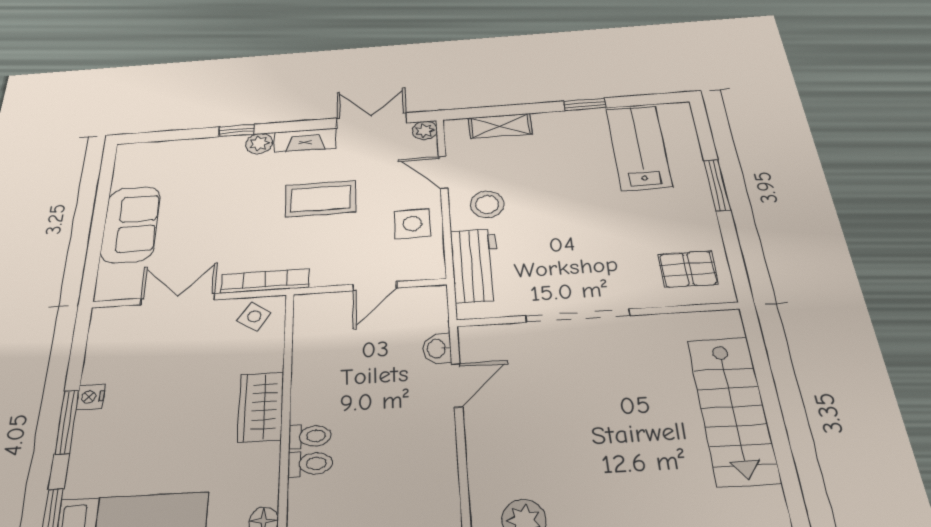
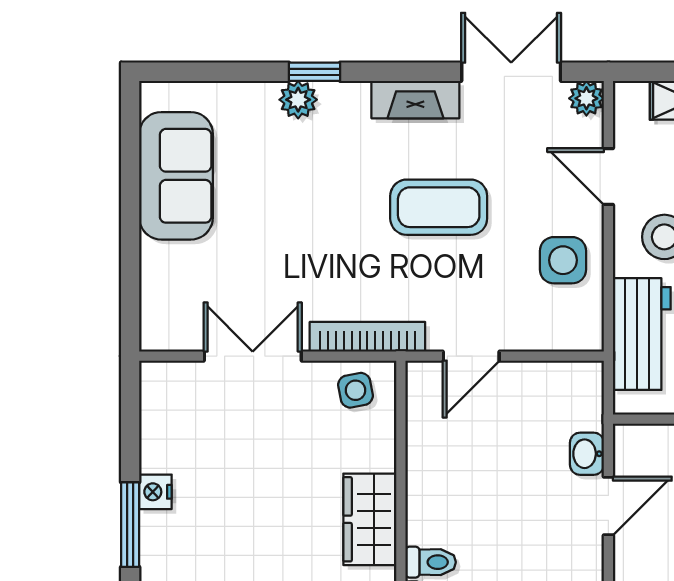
plant: (259, 144) -> (298, 100), moved
sofa: (131, 224) -> (176, 176), moved
door: (375, 286) -> (471, 356), moved
side table: (254, 316) -> (356, 390), turned 45

